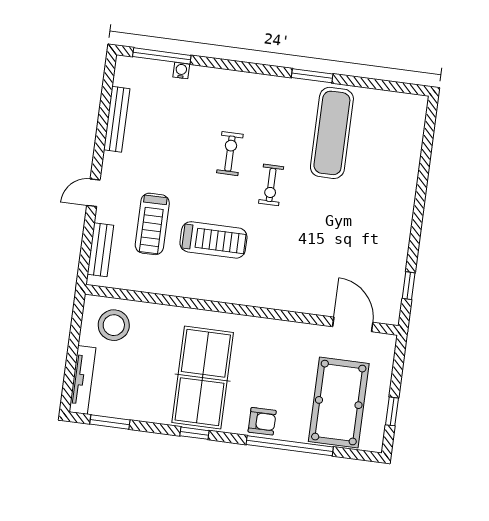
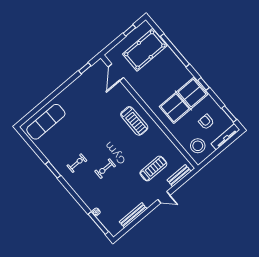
exercise mat: (332, 133) -> (46, 122), moved
exercise bike: (271, 185) -> (77, 163), moved
treadmill: (213, 240) -> (134, 121), moved, turned 180
armchair: (262, 421) -> (206, 122), moved

